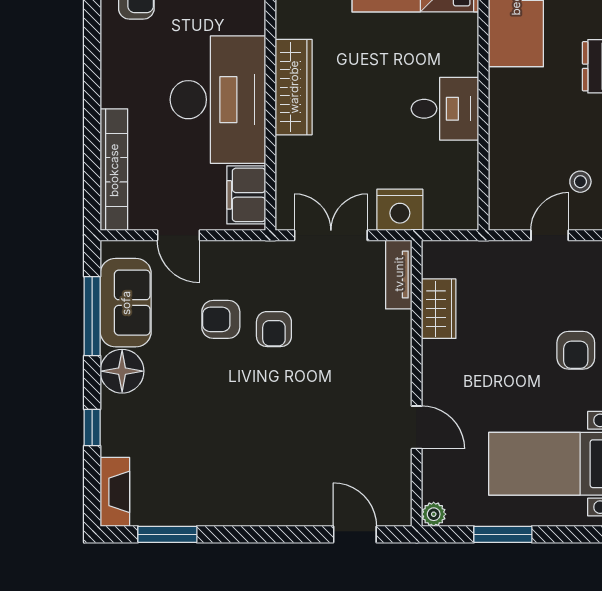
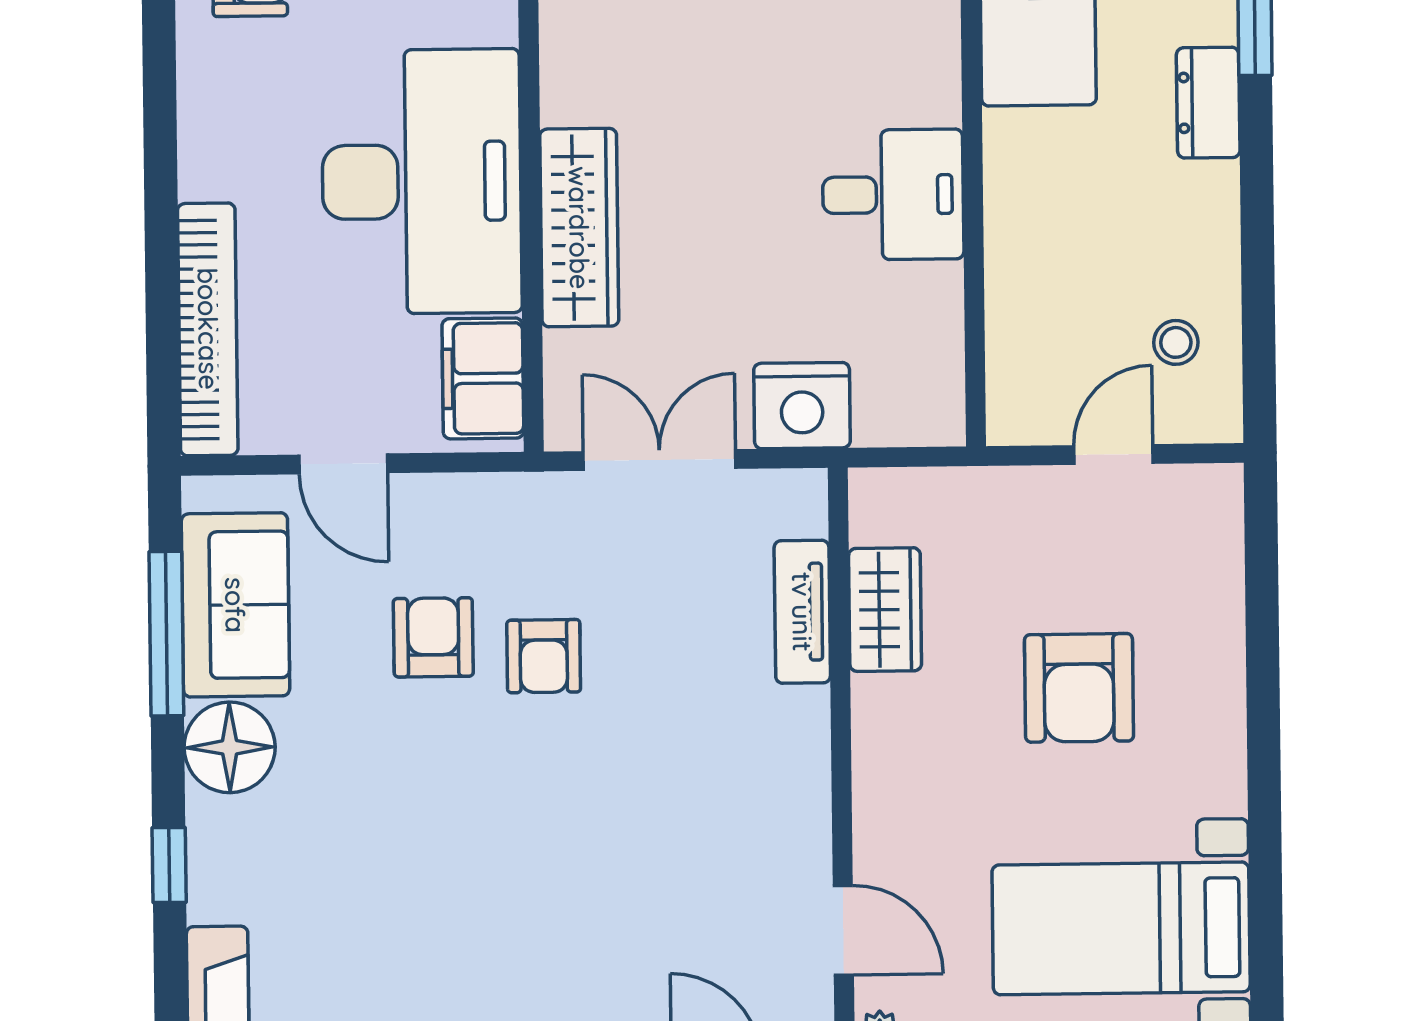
wardrobe: (294, 87) -> (579, 228), moved
tv unit: (399, 274) -> (802, 612), moved
armchair: (221, 319) -> (433, 637), turned 90
armchair: (576, 350) -> (1079, 688), moved, width x1.38, depth x1.38
door: (417, 427) -> (843, 930), moved

